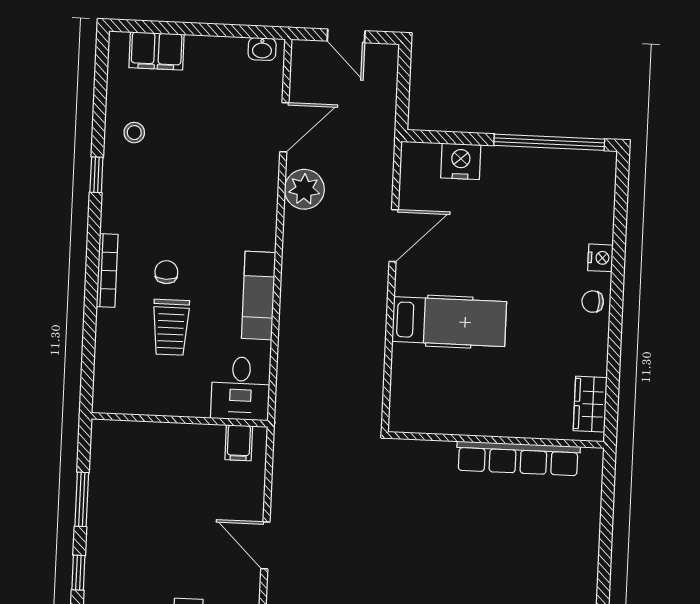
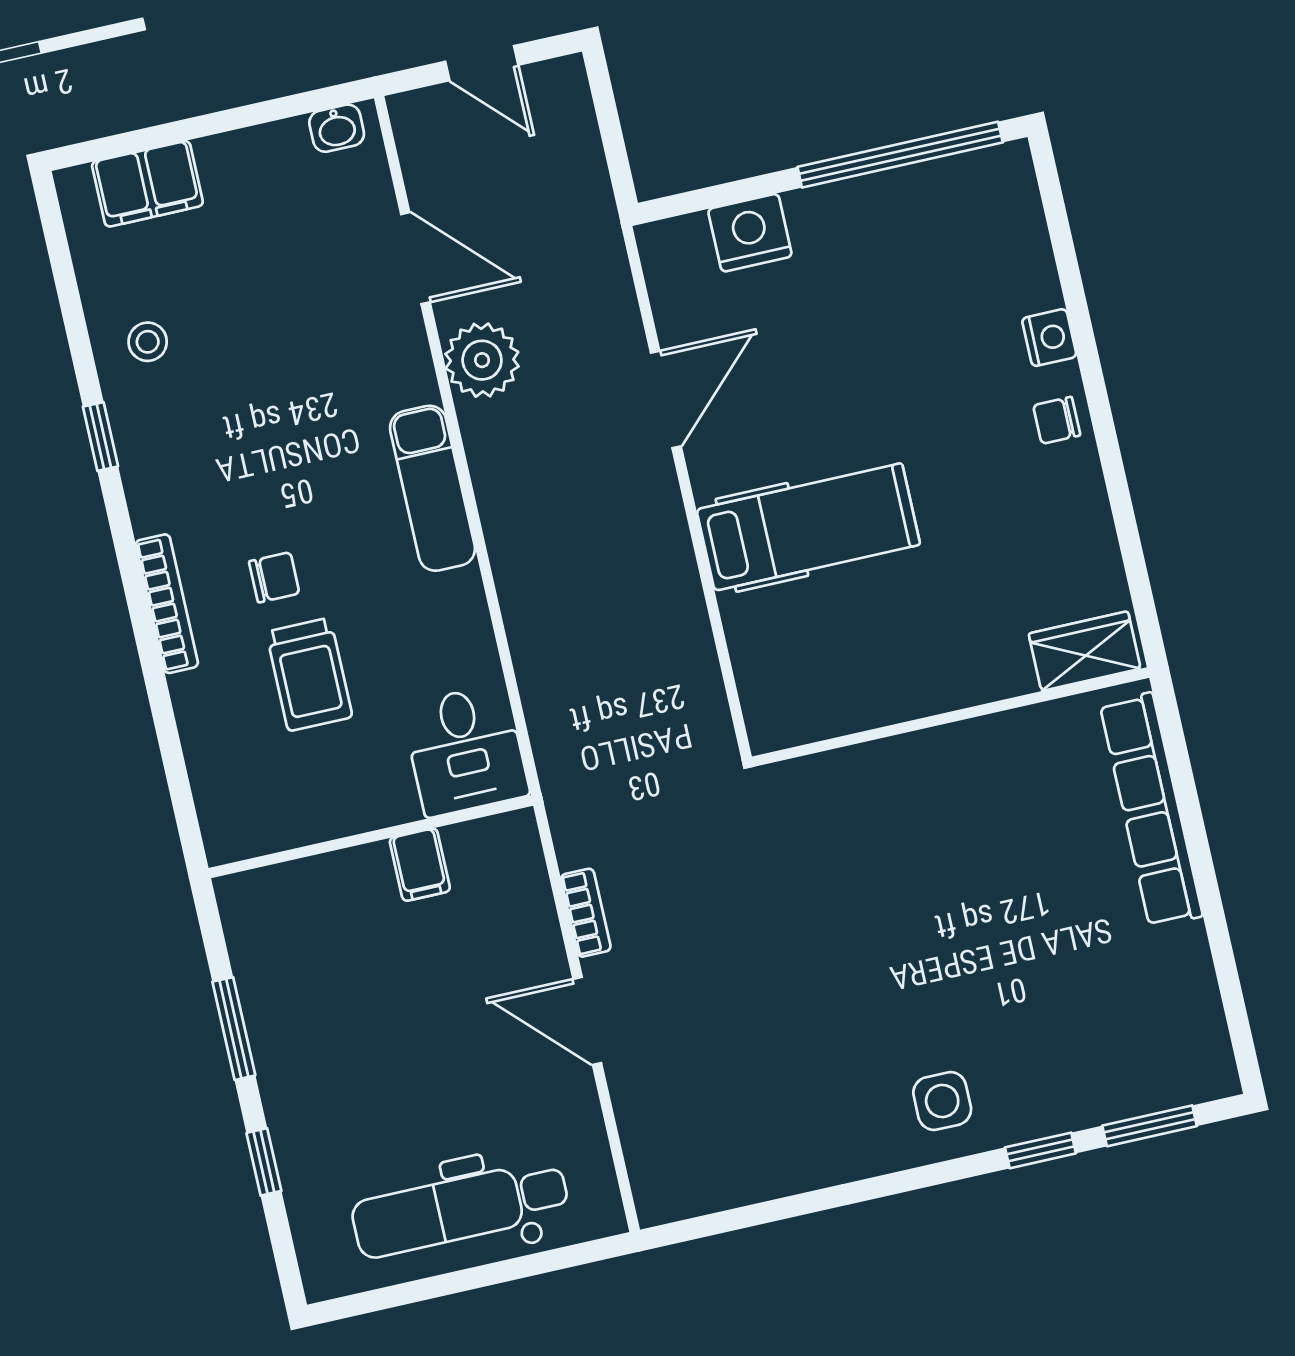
door: (284, 127) -> (415, 258), hinge flipped
chair: (166, 272) -> (274, 577), turned 90
exam couch: (259, 295) -> (433, 488), moved
wardrobe: (590, 404) -> (1085, 651), moved, turned 90
filing cabinet: (239, 443) -> (420, 865), moved
row of seats: (518, 458) -> (1151, 810), moved, turned 90
bookcase: (280, 489) -> (586, 913), added

